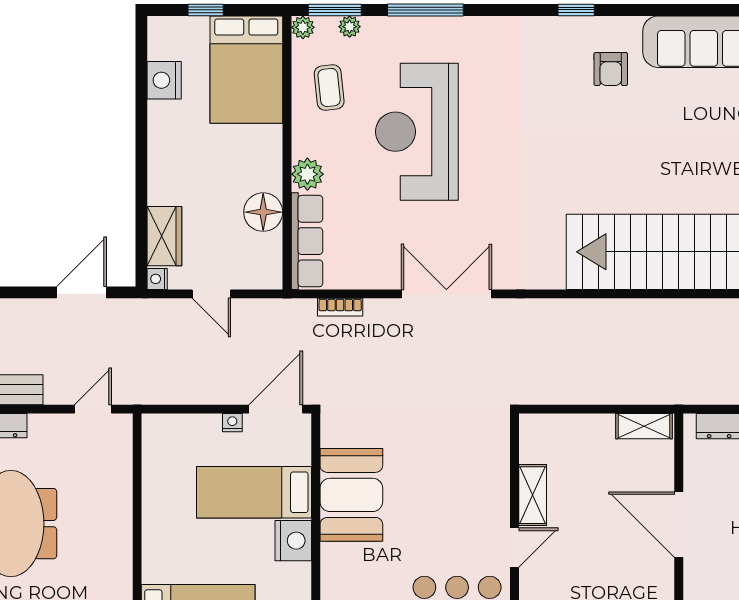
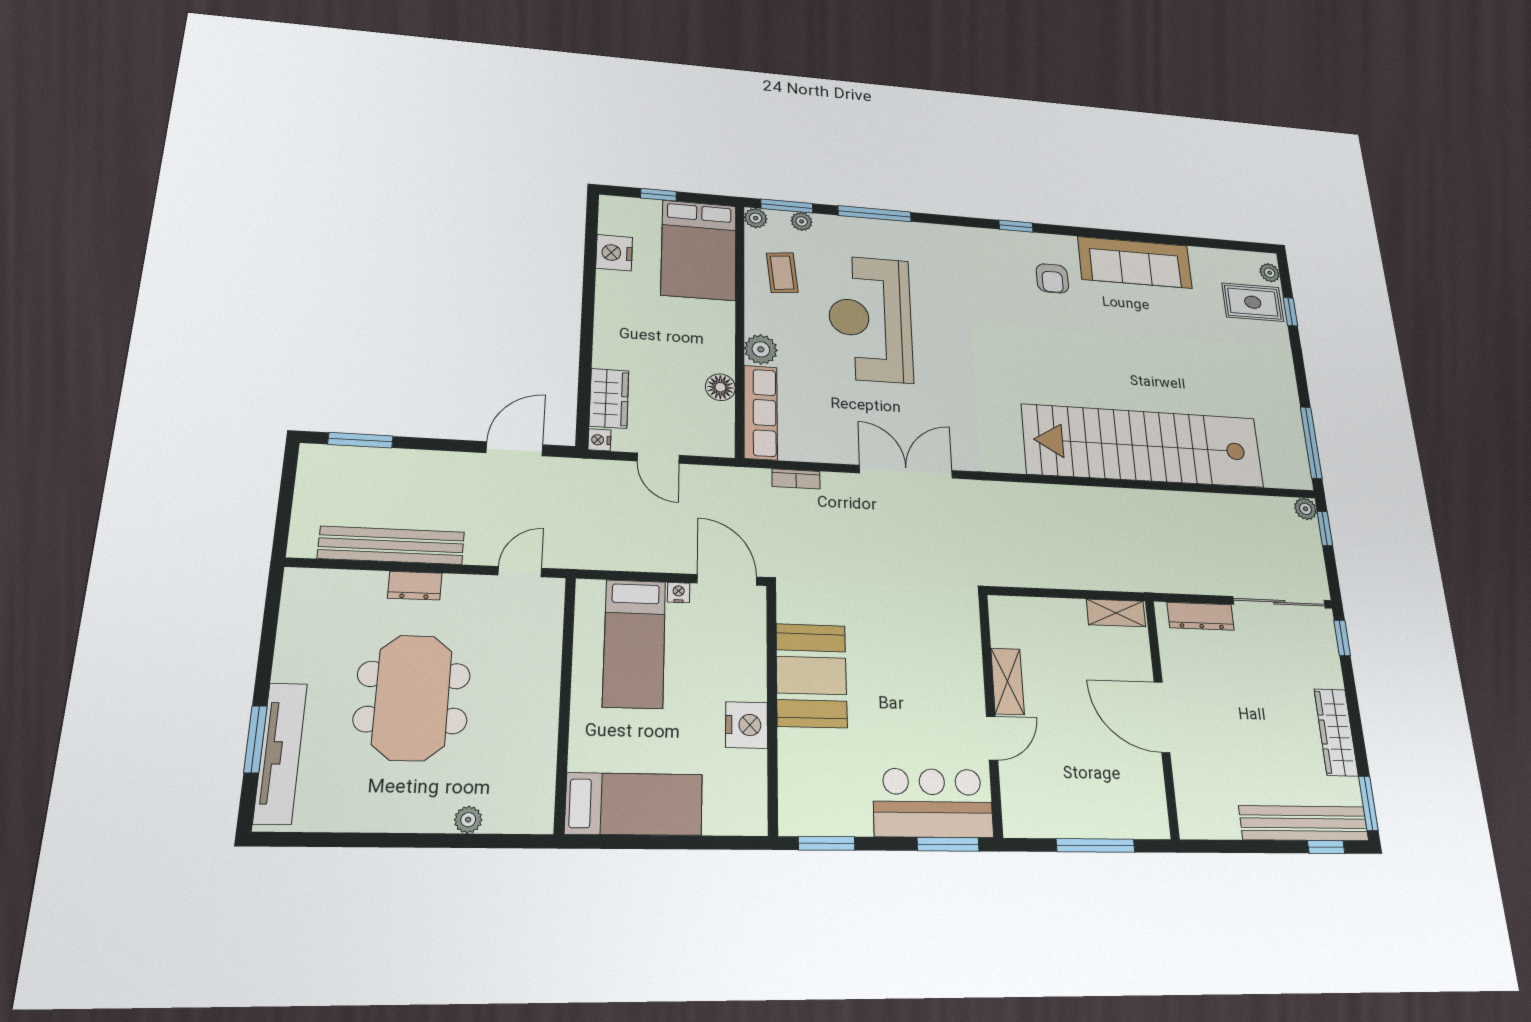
floor lamp: (263, 212) -> (720, 387), width x0.73, depth x0.73
door: (276, 409) -> (727, 580), hinge flipped
bed: (254, 492) -> (634, 643), moved, turned -90

